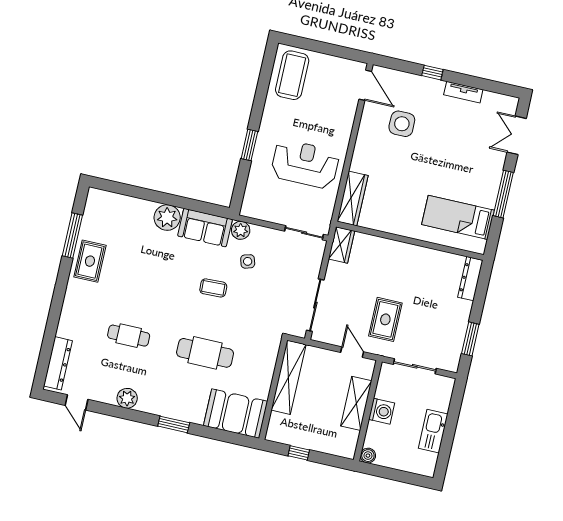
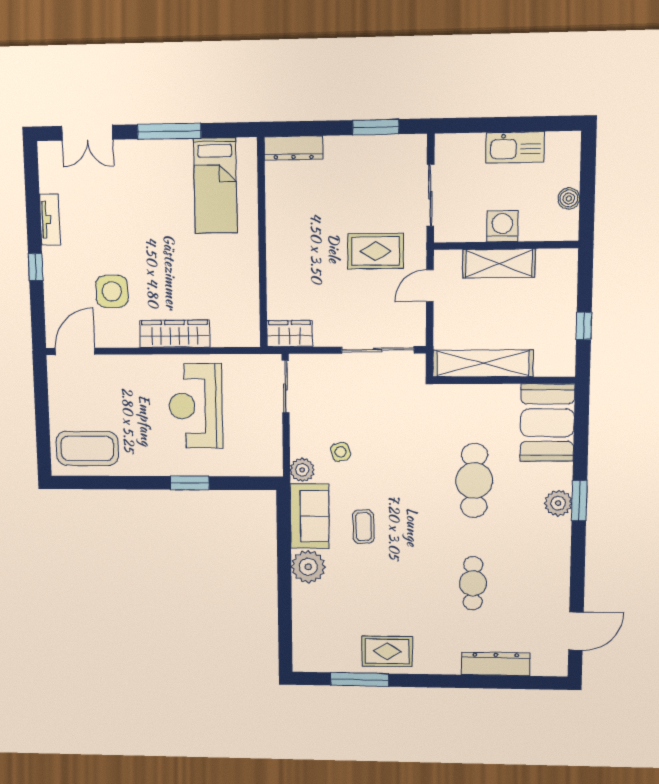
wardrobe: (353, 198) -> (175, 334), moved
coffee table: (213, 288) -> (363, 527), moved
dresser: (58, 363) -> (496, 664), moved
plant: (127, 398) -> (558, 503), moved
door: (76, 402) -> (576, 631), width x1.37
boiler: (368, 456) -> (569, 198), moved

